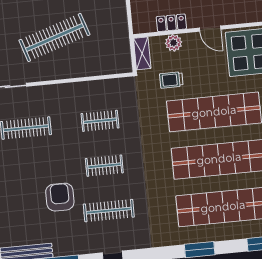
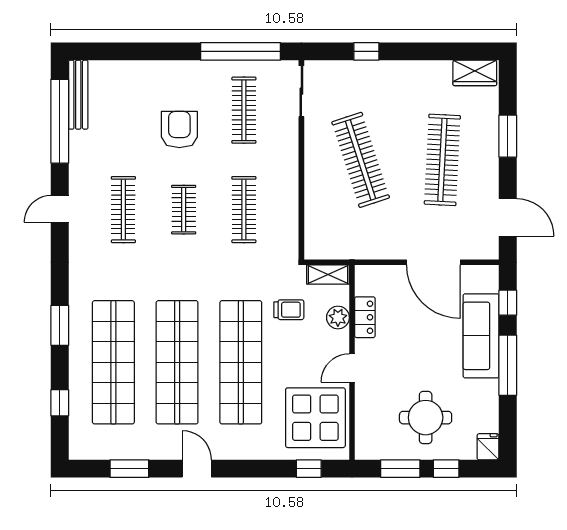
trolley: (171, 80) -> (289, 310), turned 90
clothes rail: (100, 121) -> (244, 210), width x1.36
armchair: (60, 197) -> (179, 130), moved, turned -90

